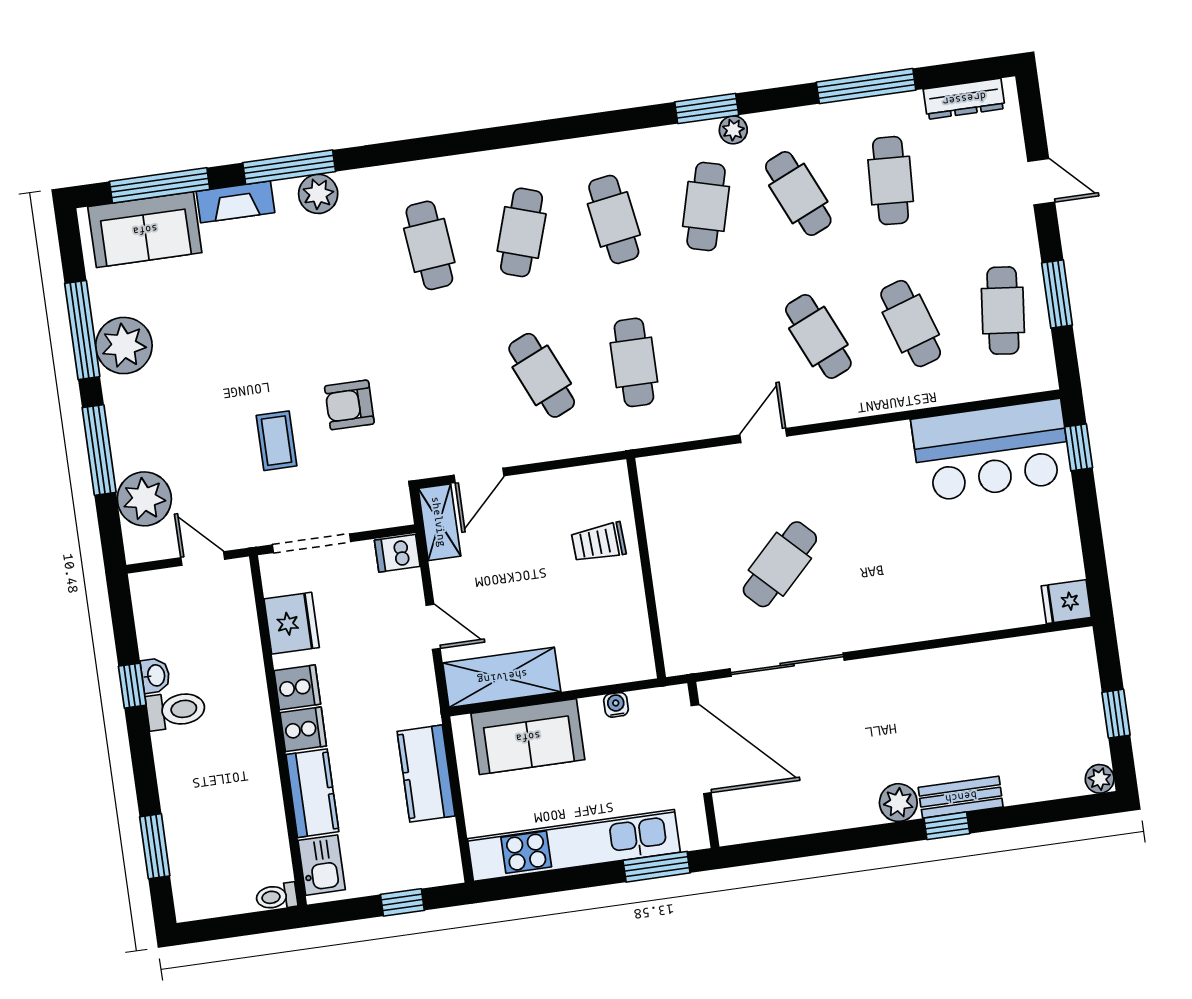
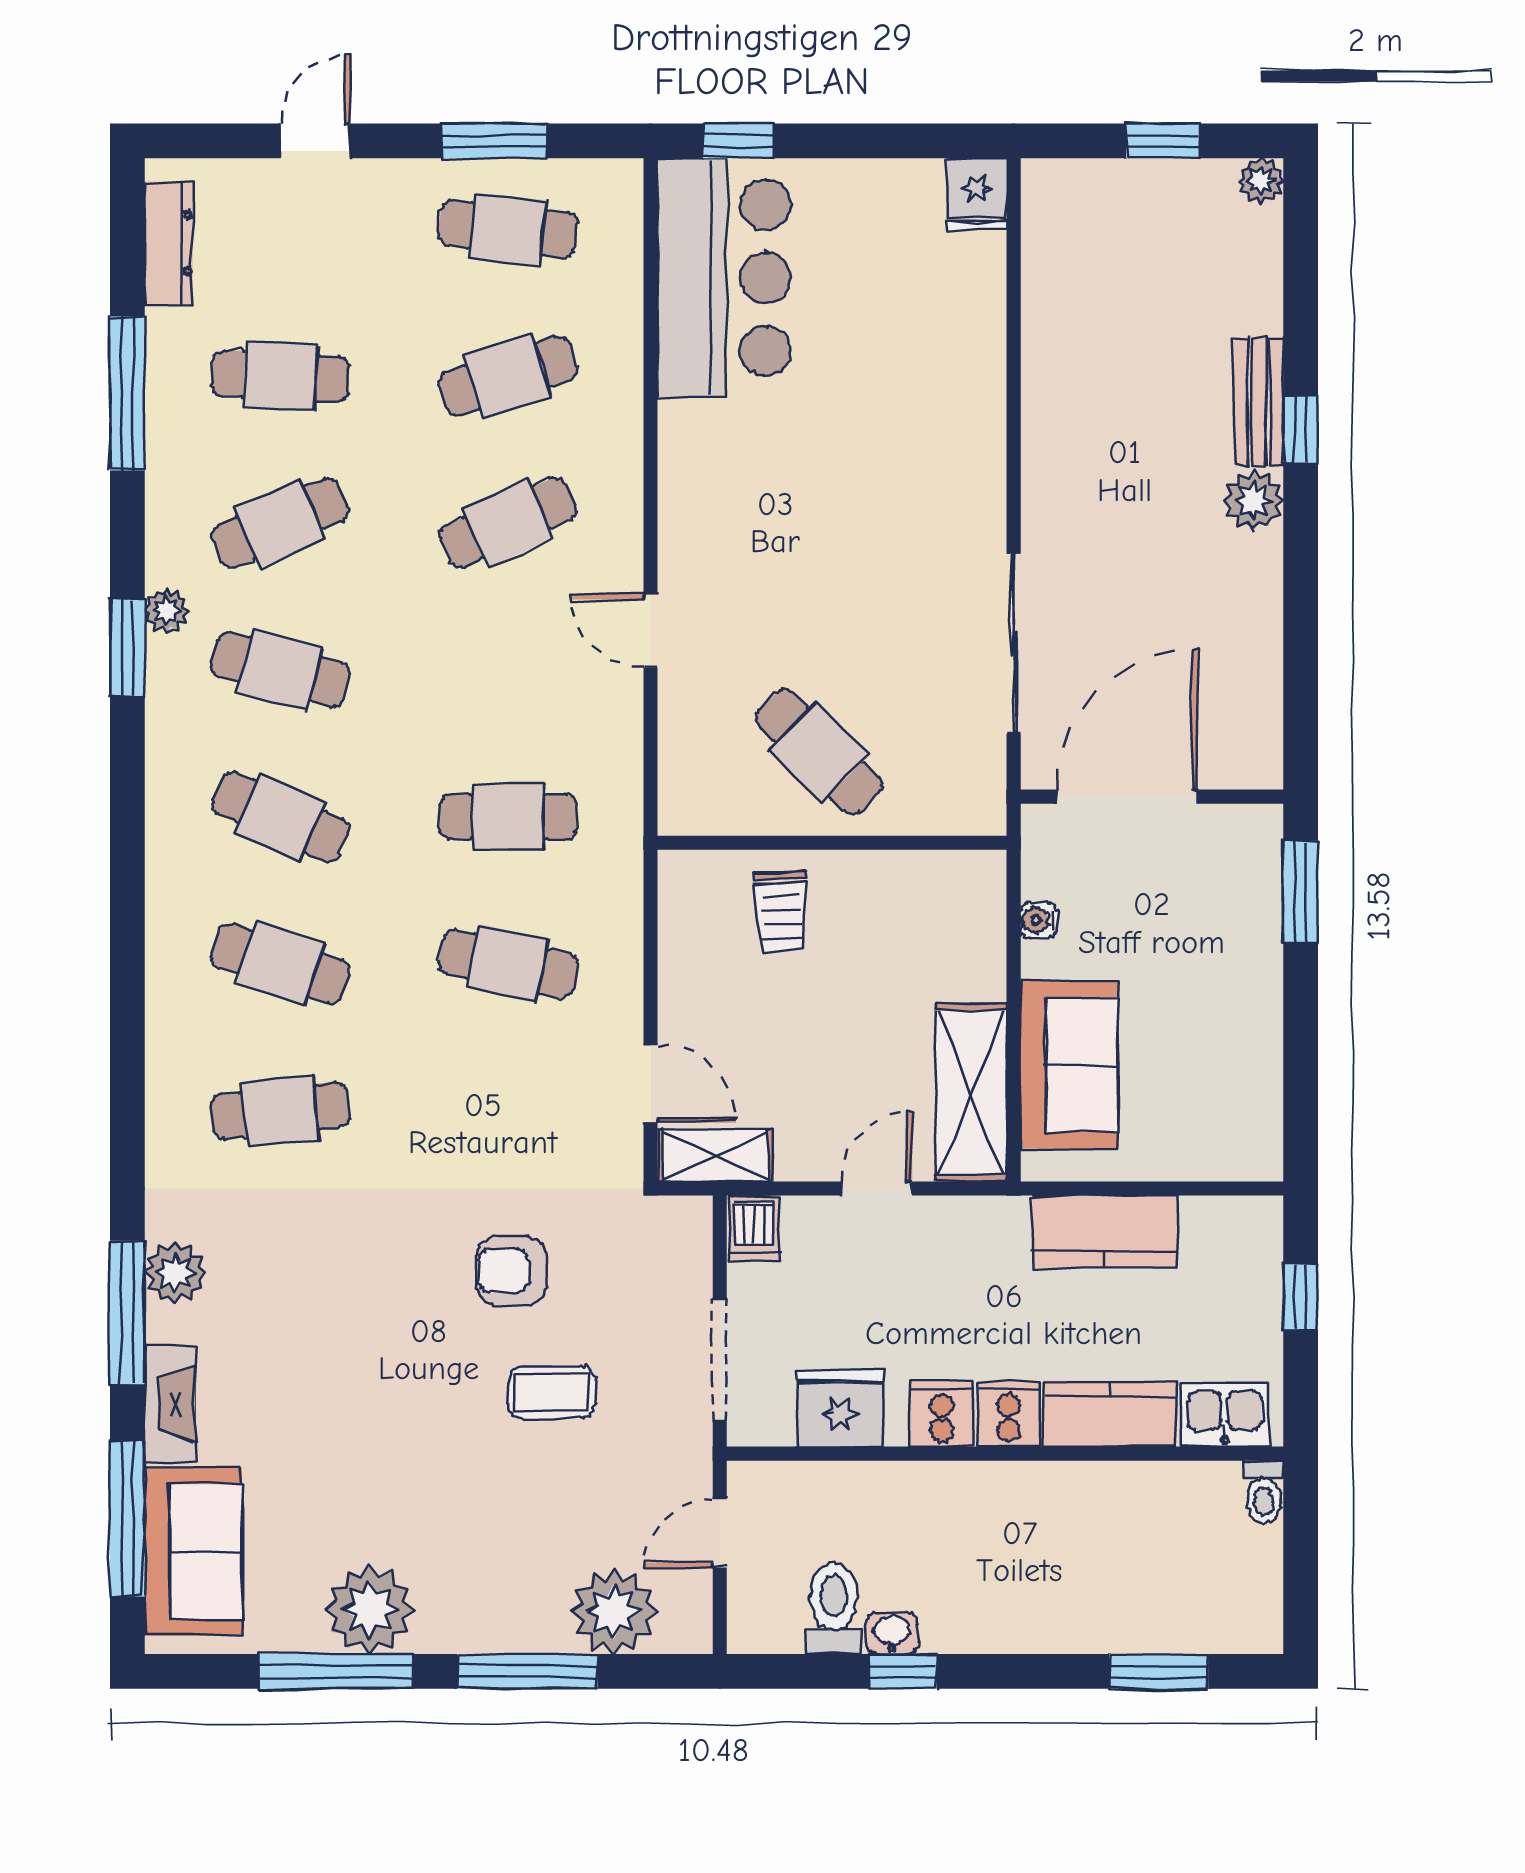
cafe table: (614, 219) -> (280, 817), turned 33
cafe table: (542, 375) -> (508, 964), turned 36
armchair: (349, 405) -> (512, 1271), turned 90
cafe table: (780, 564) -> (819, 752), moved
toilet: (176, 710) -> (834, 1609), moved
kitchen unit: (574, 845) -> (1249, 1017), removed

